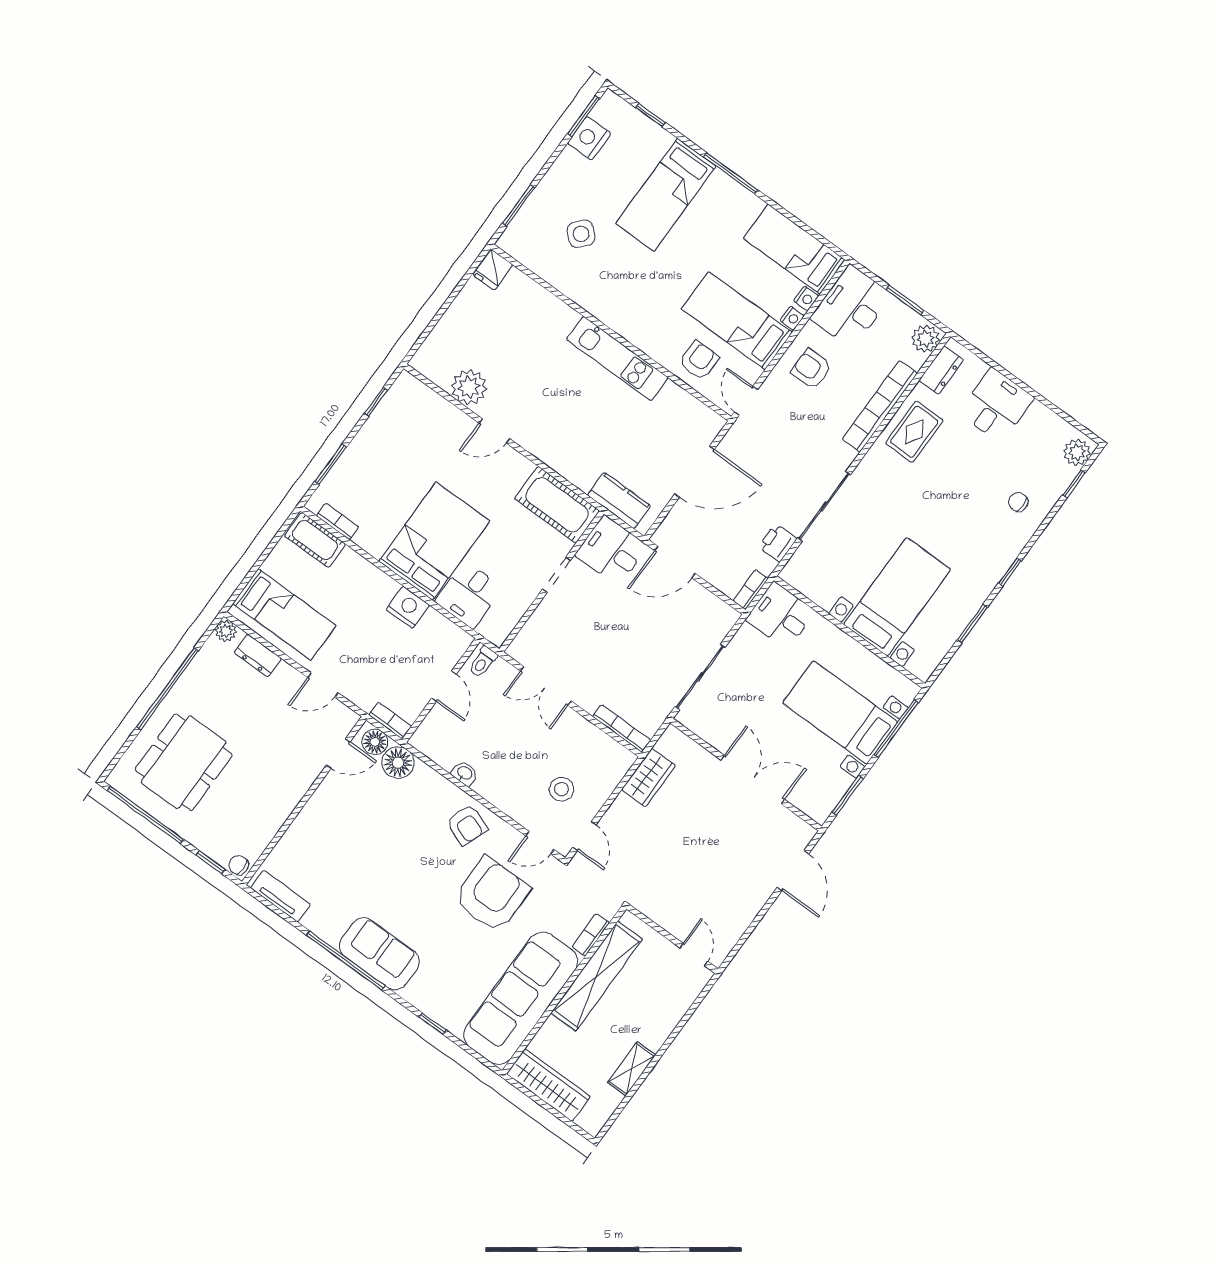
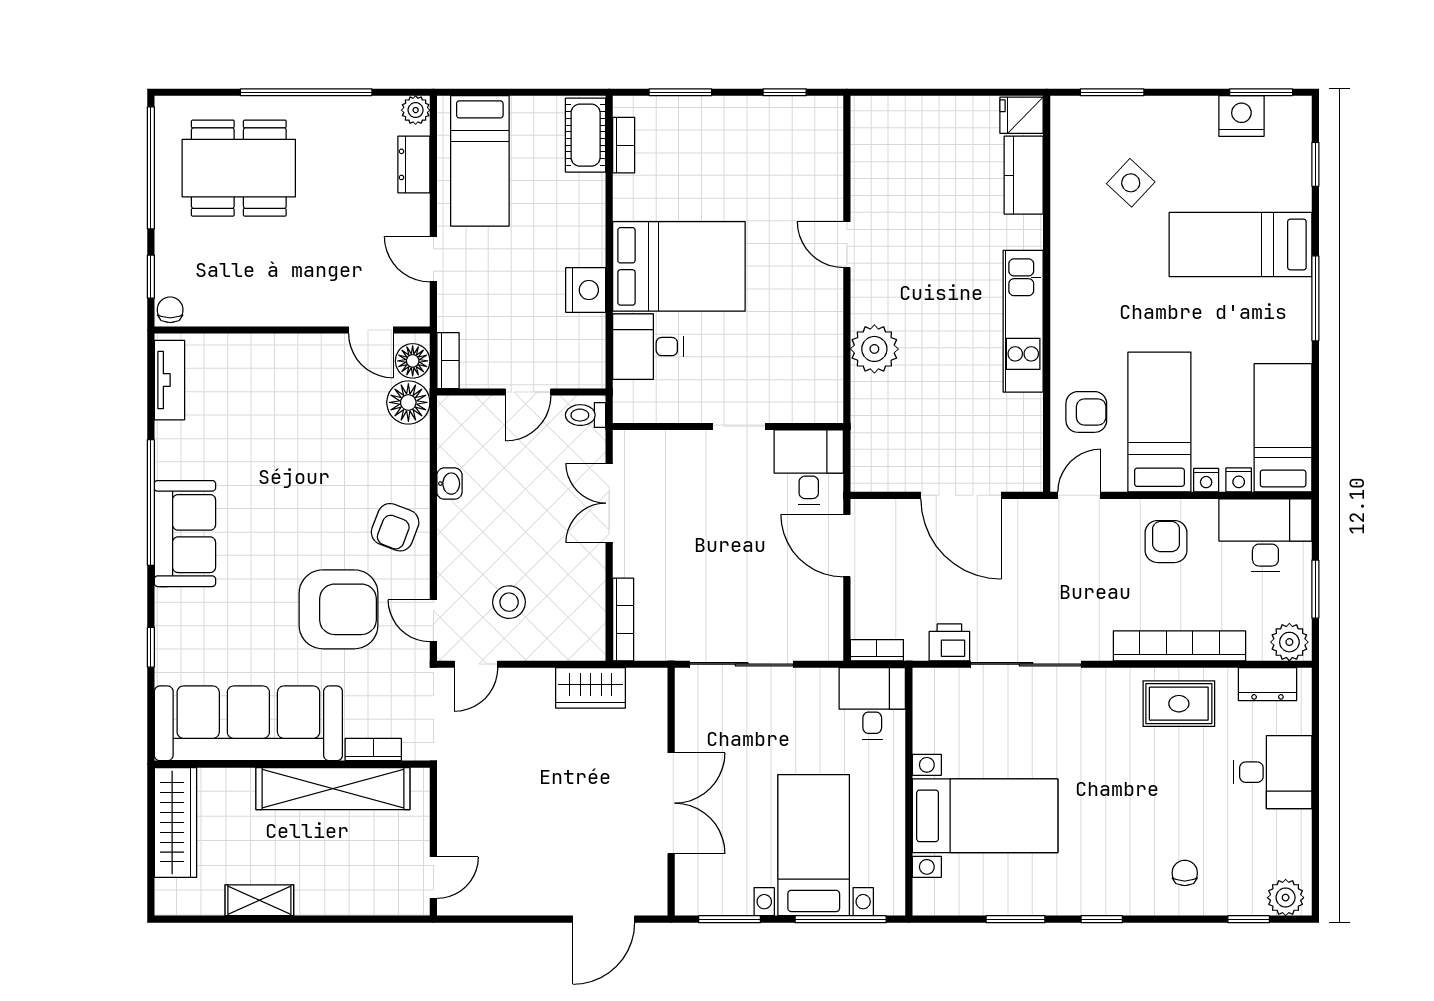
plant: (469, 387) -> (874, 349), moved
kitchen counter: (619, 501) -> (1024, 175), moved, turned 180
cot: (557, 505) -> (816, 372), removed

